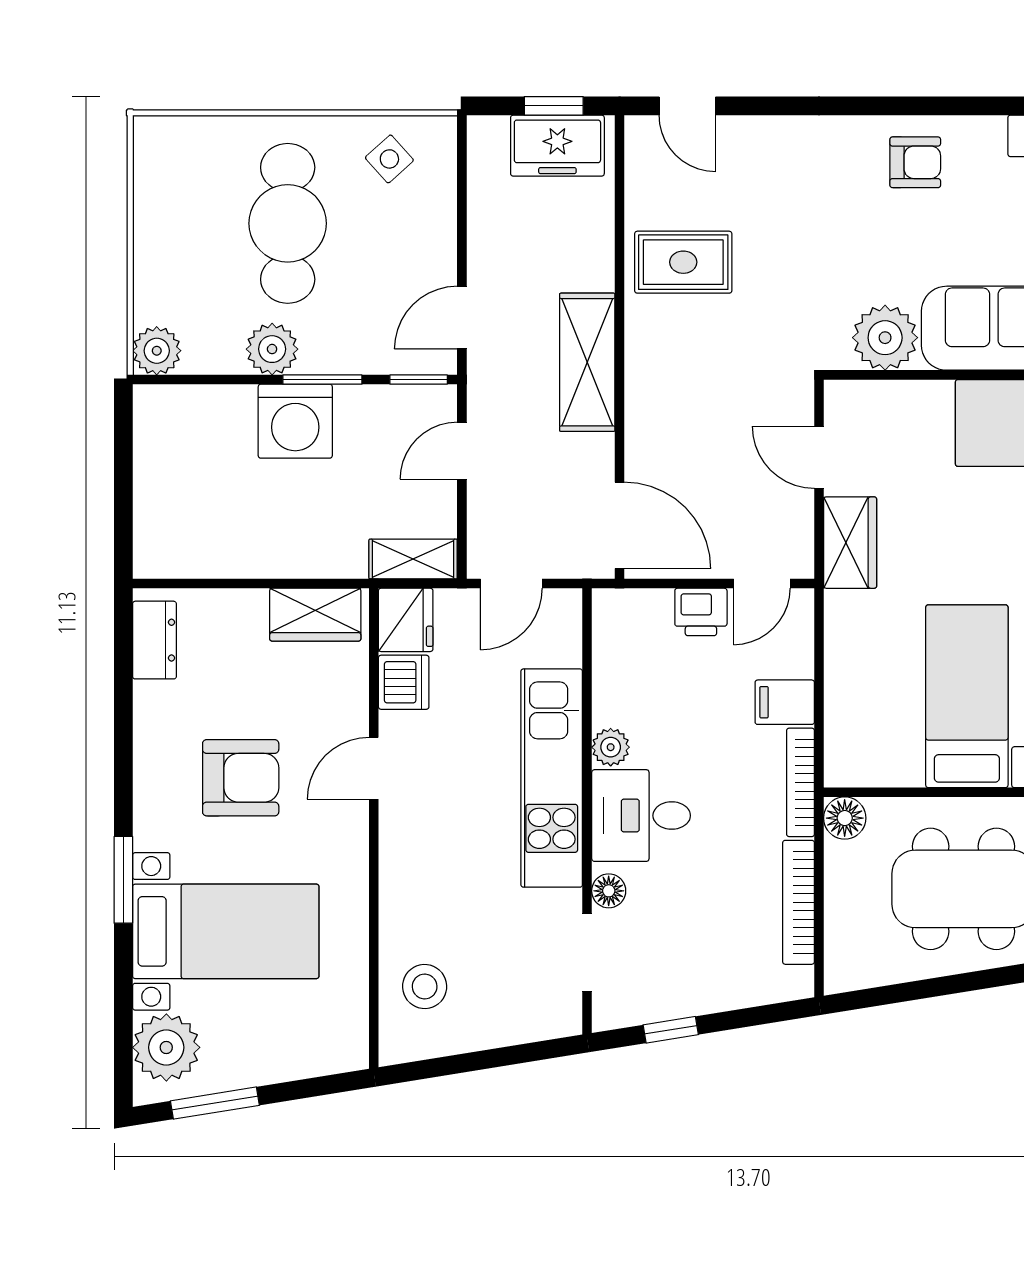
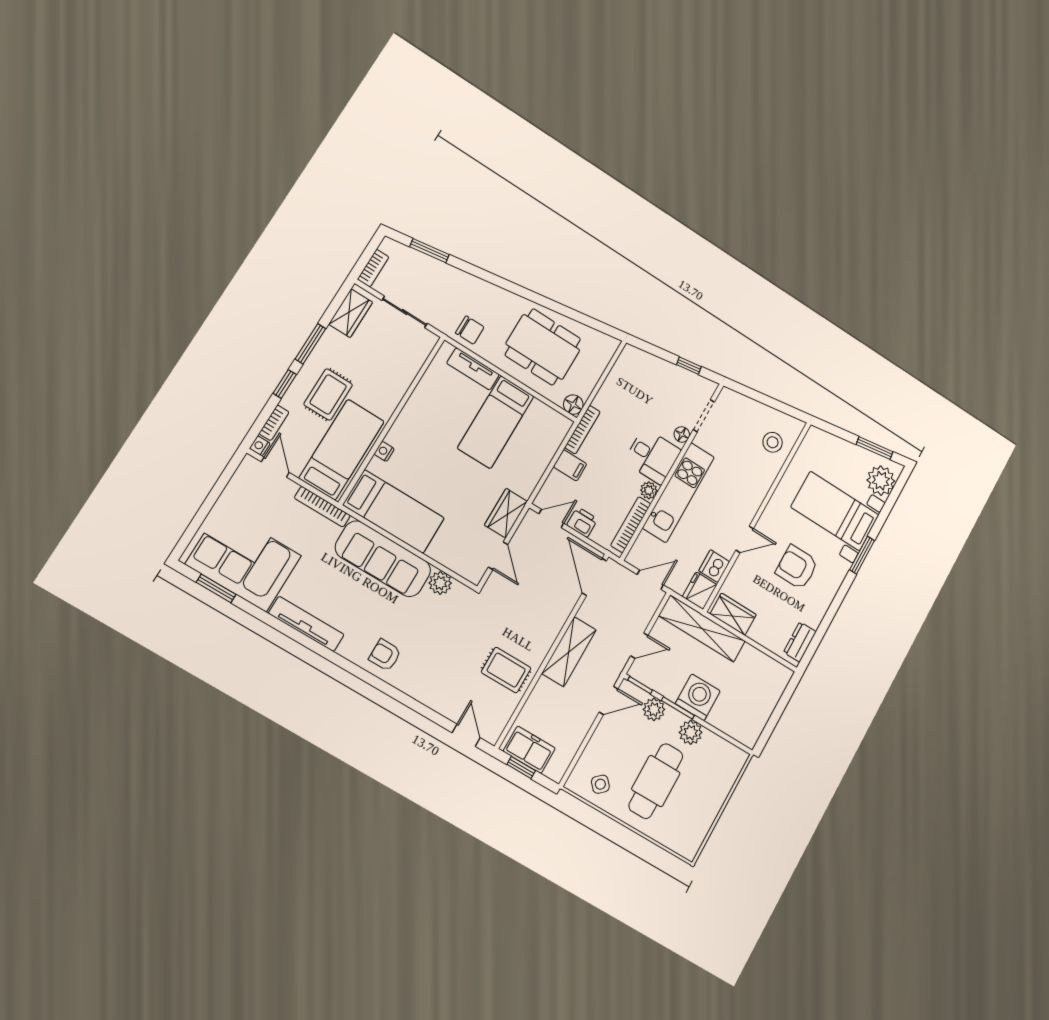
plant: (885, 338) -> (440, 583), width x0.73, depth x0.73
plant: (157, 351) -> (654, 709), moved
shelving: (413, 559) -> (702, 629), width x2.20, depth x1.33
bookcase: (799, 902) -> (631, 525), moved, turned 180

